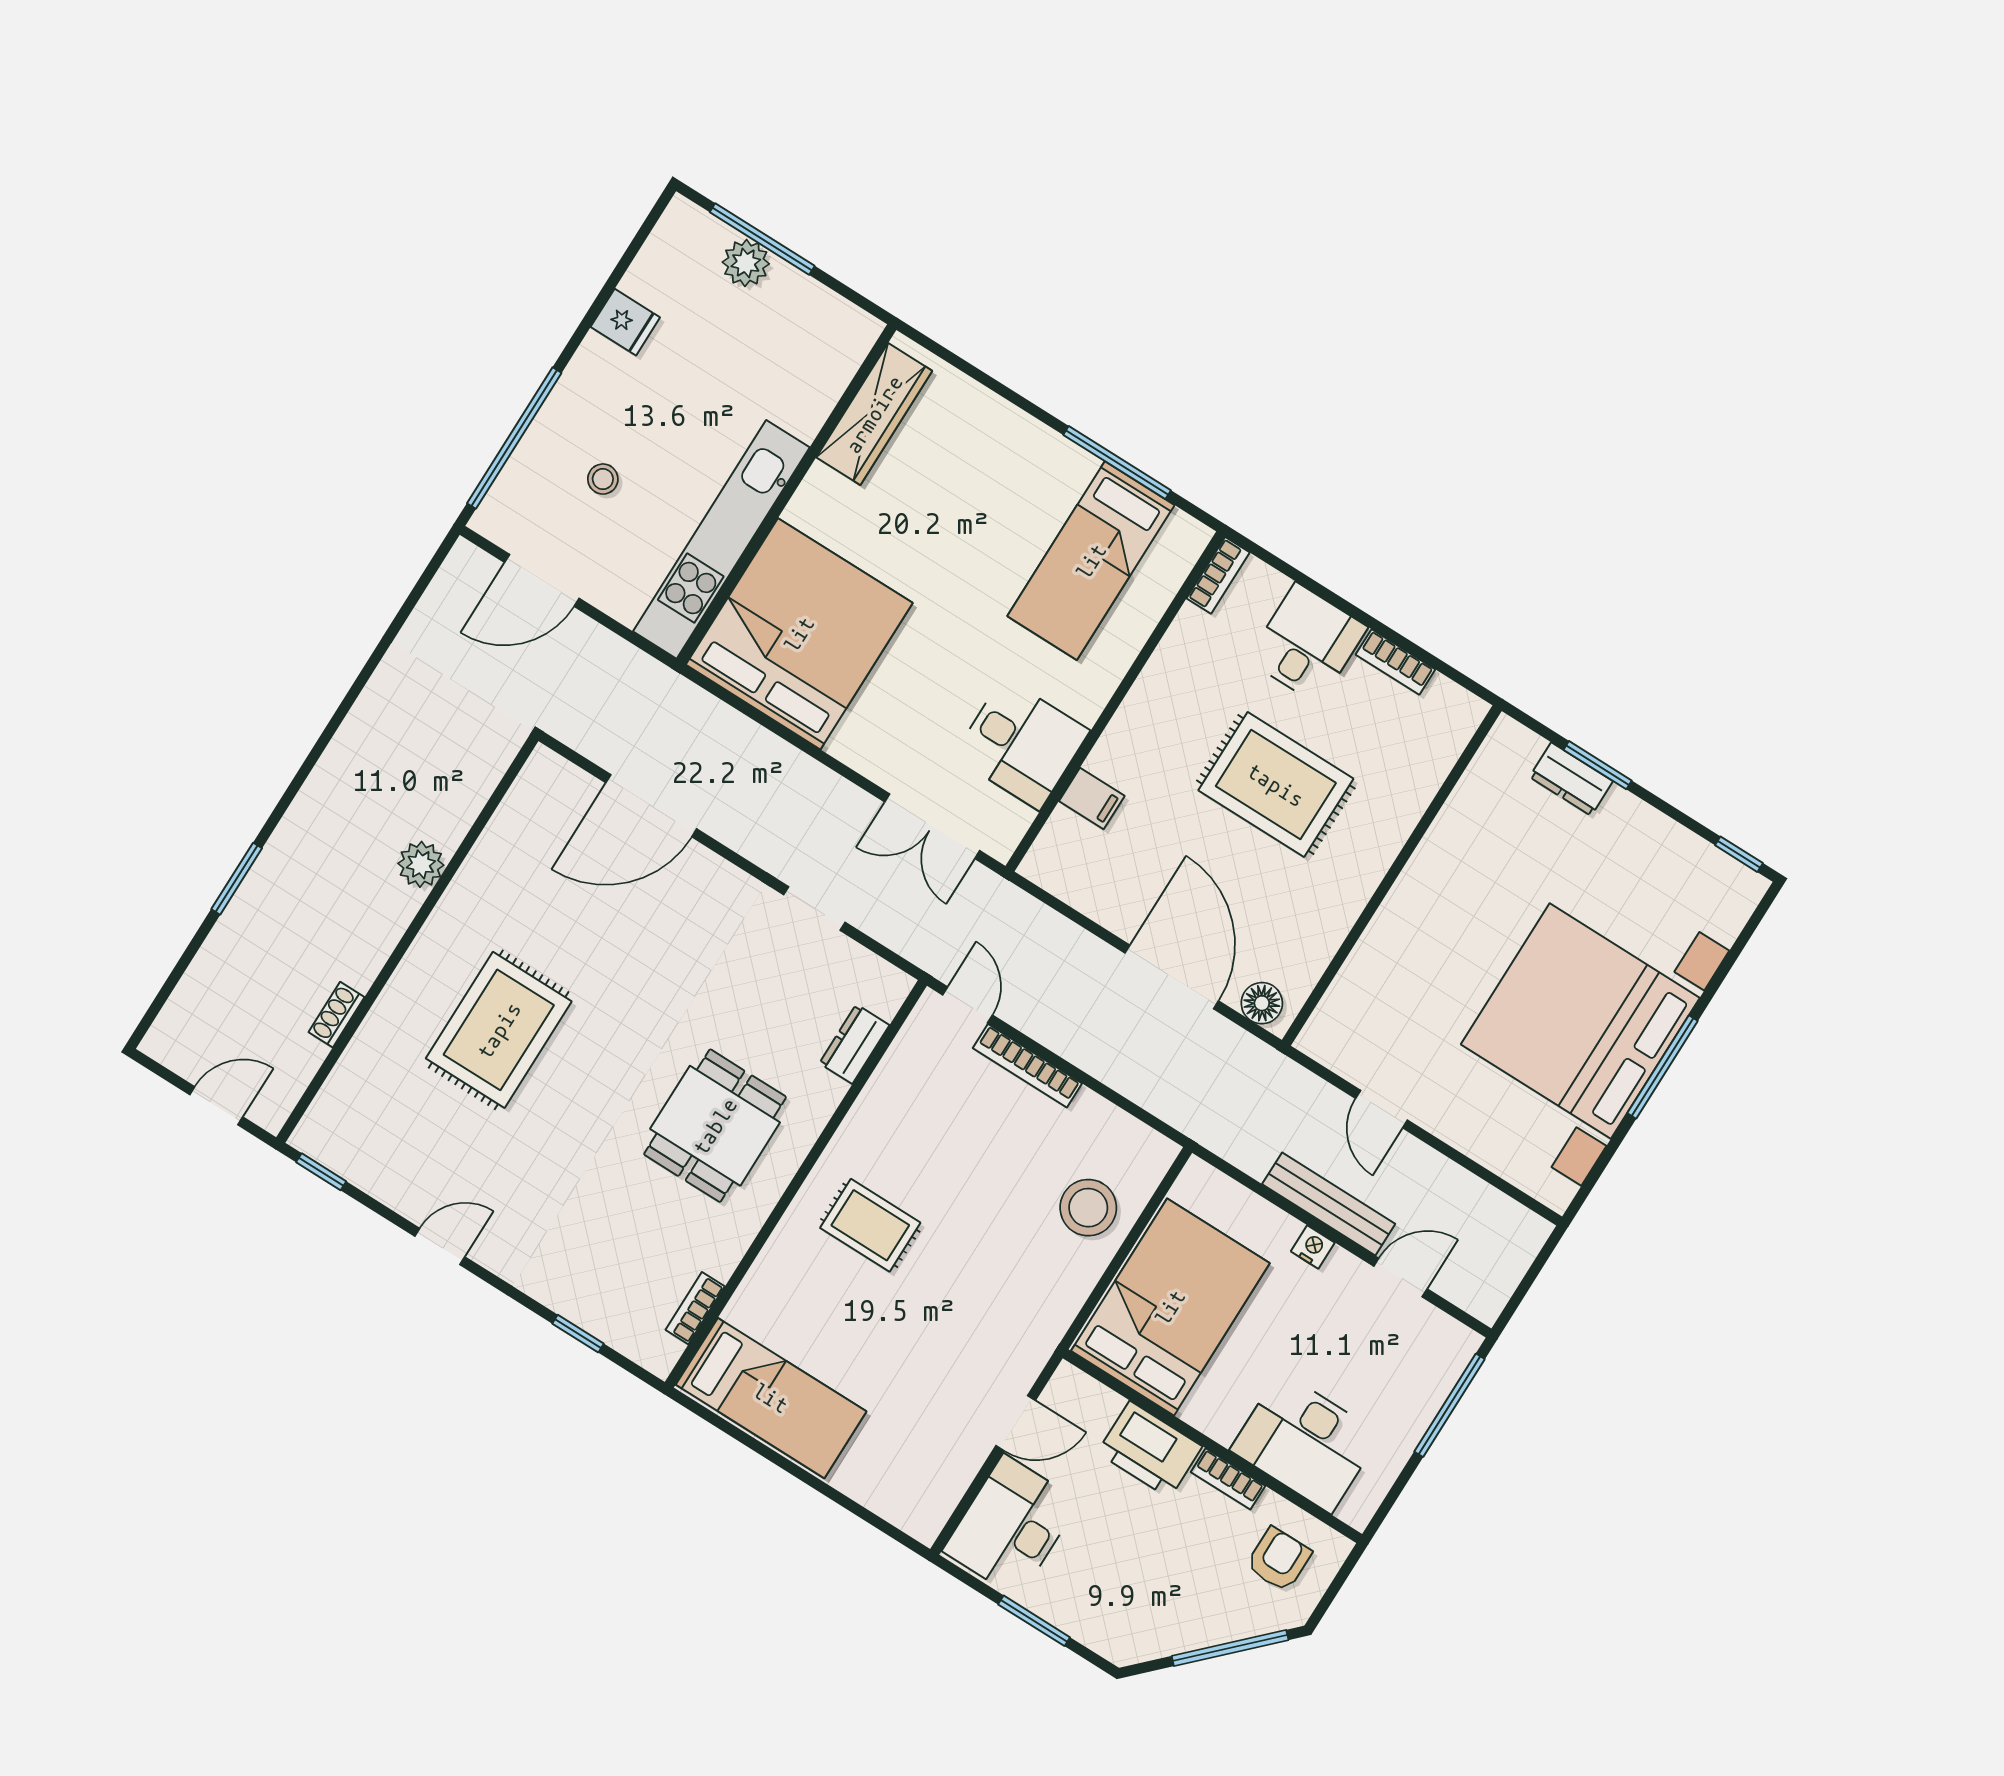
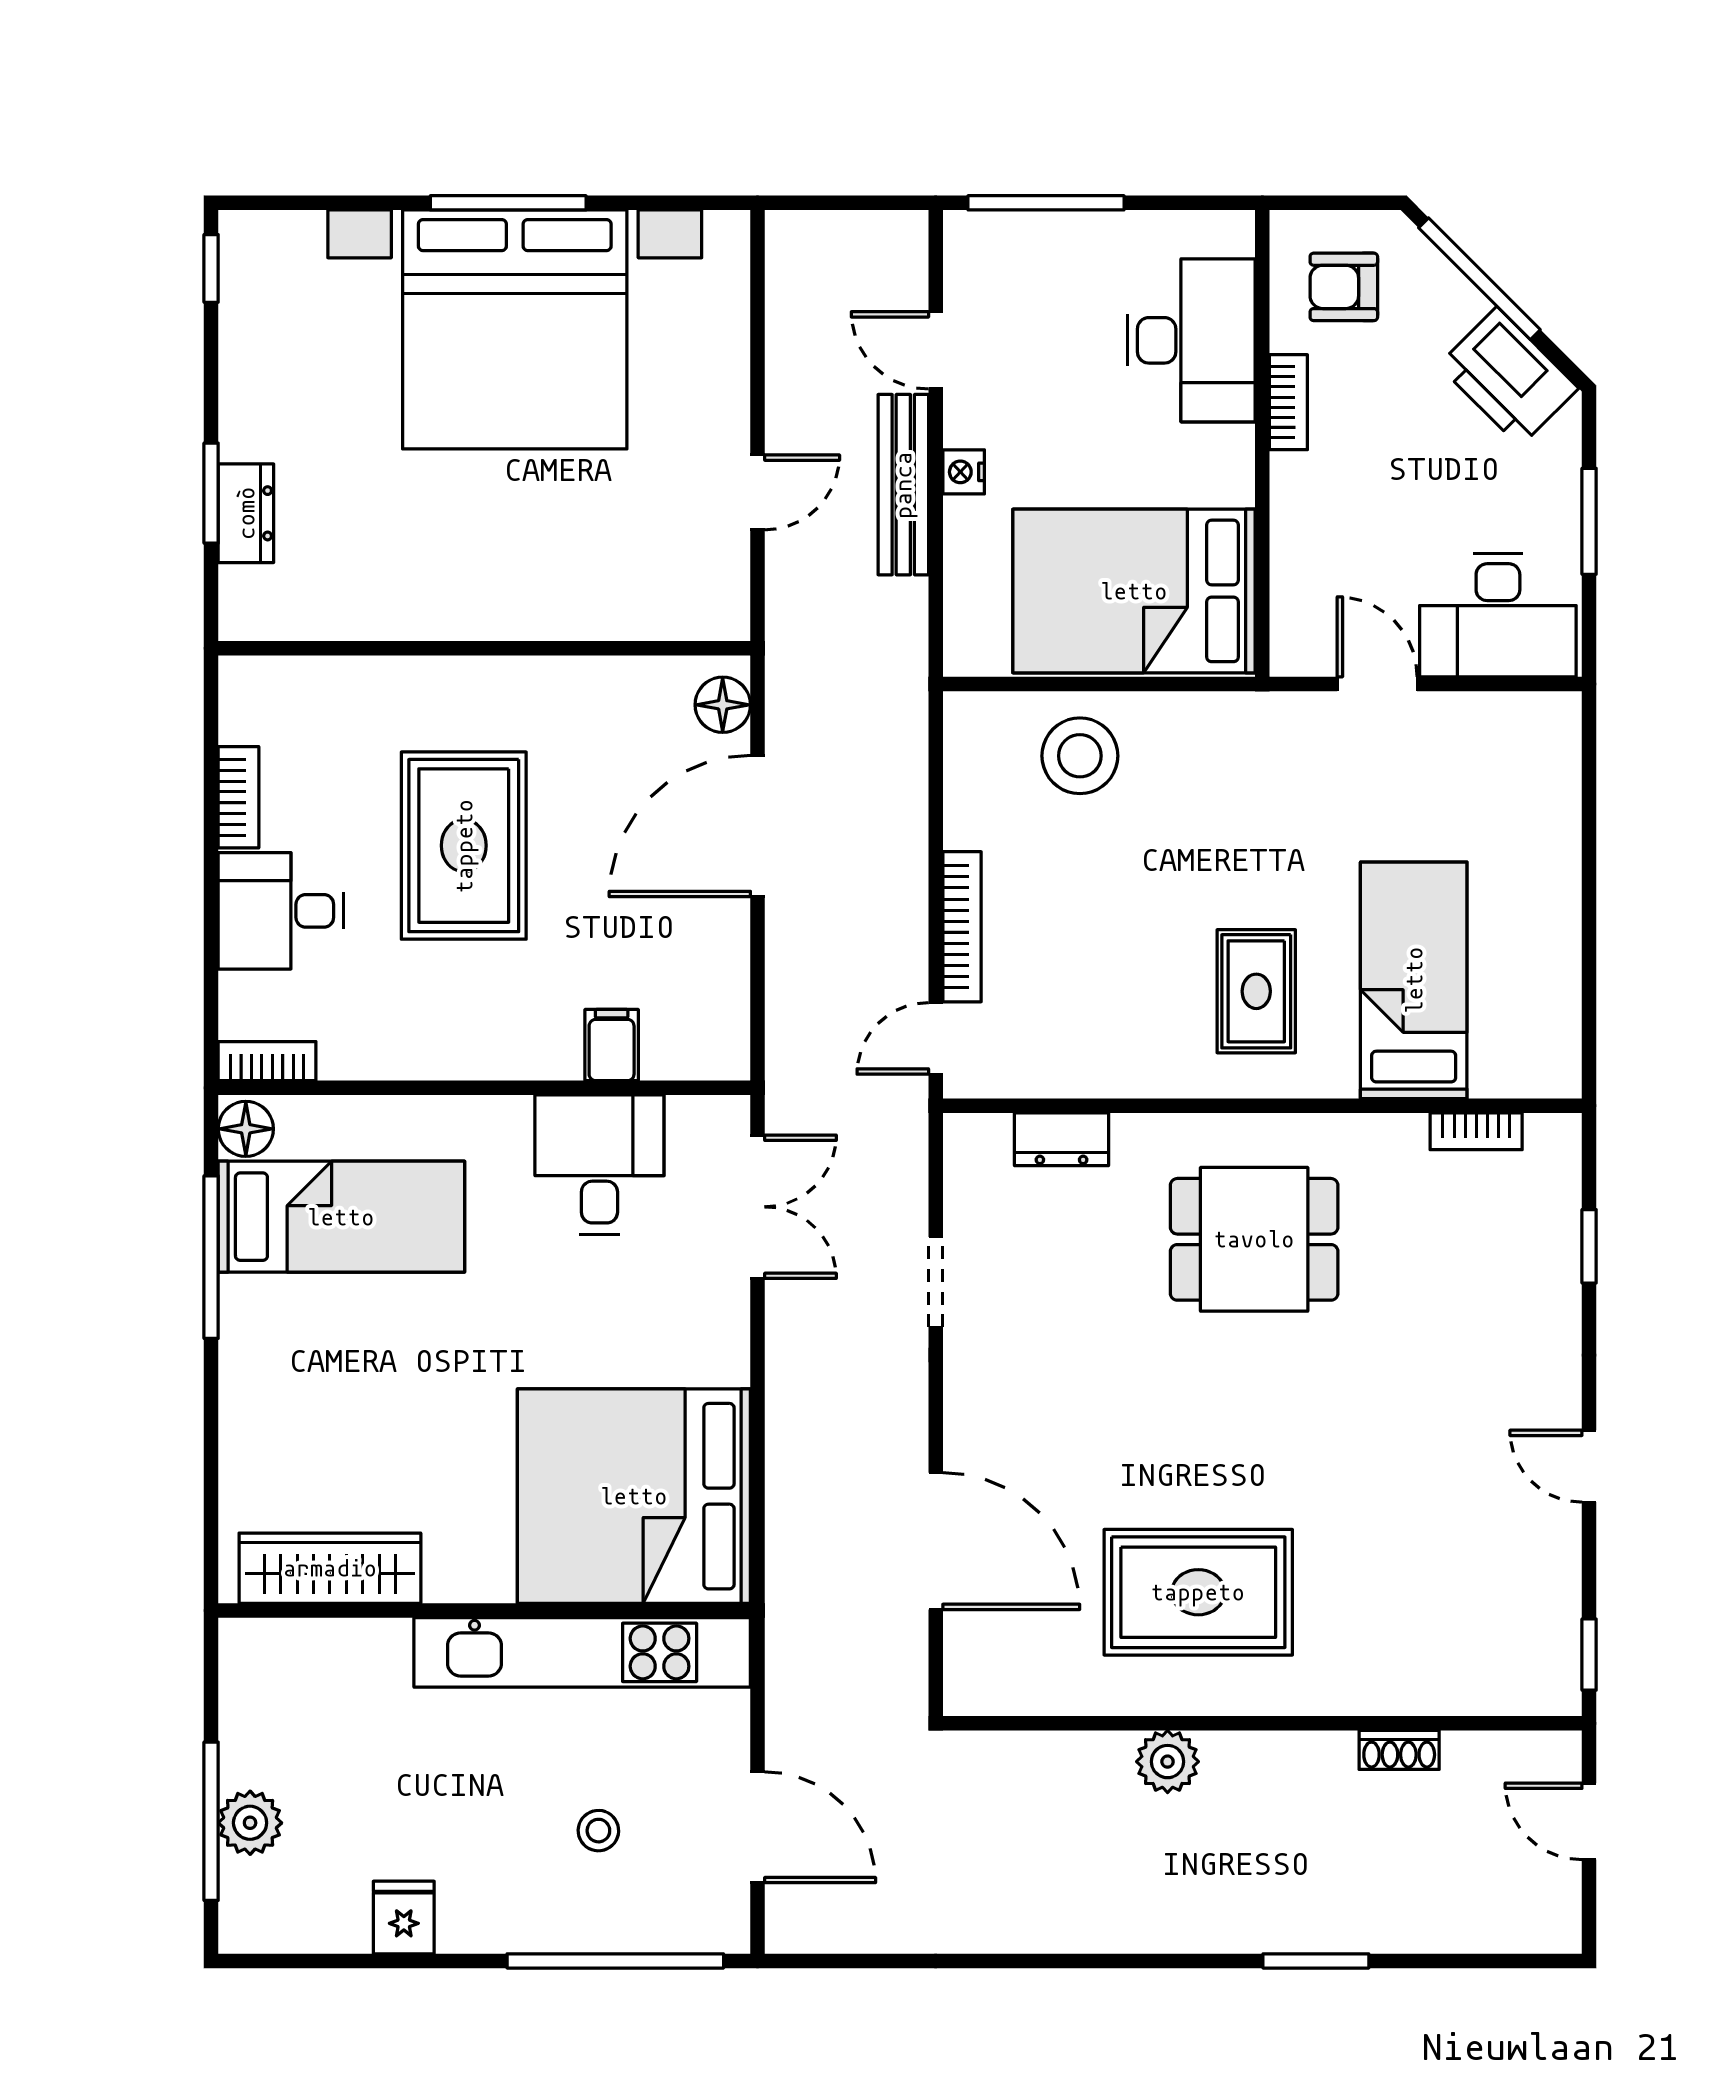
floor lamp: (1184, 535) -> (246, 1129), added
rug: (499, 1030) -> (1198, 1592), moved
bed: (771, 1398) -> (1414, 980), moved
printer: (1150, 1450) -> (1508, 377), moved, turned 135

